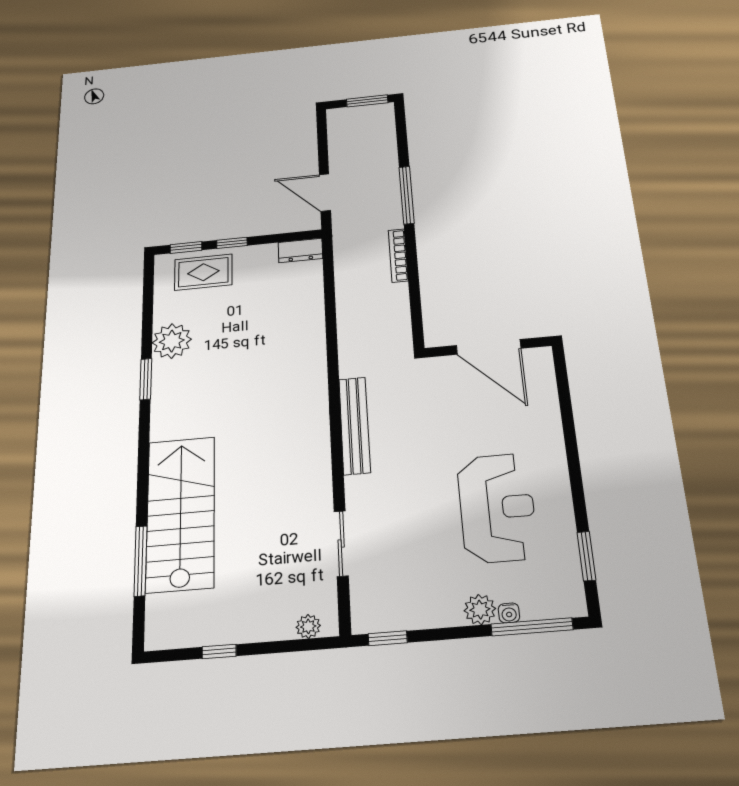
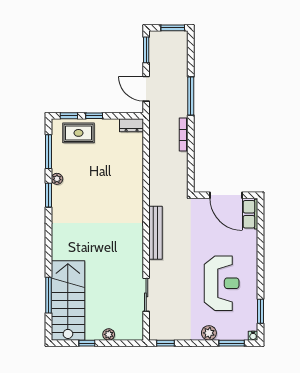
window: (322, 136) -> (146, 50), added
window: (148, 307) -> (49, 152), added
plant: (172, 341) -> (57, 179), width x0.53, depth x0.53
row of seats: (541, 375) -> (251, 214), added
stairs: (181, 513) -> (68, 300), moved
water cooler: (509, 613) -> (253, 336), moved
plant: (308, 626) -> (109, 334), moved
window: (532, 627) -> (232, 343), width x0.69

